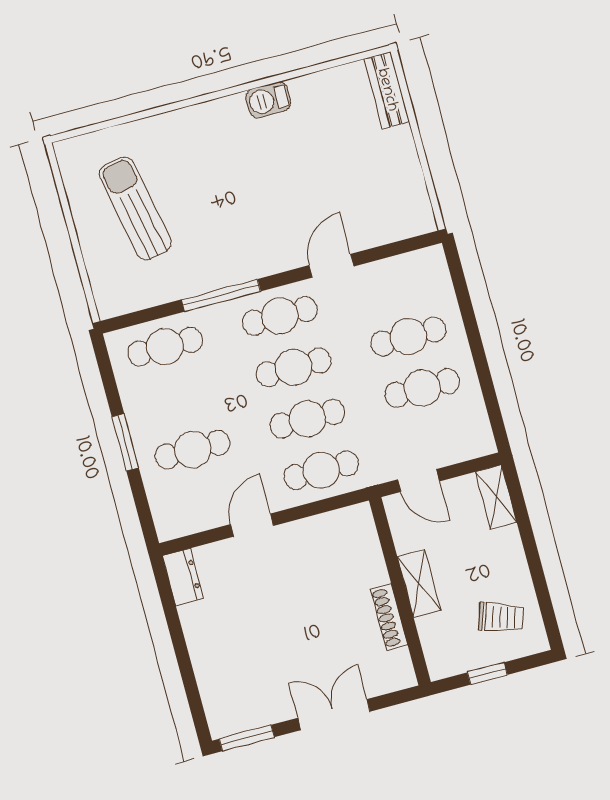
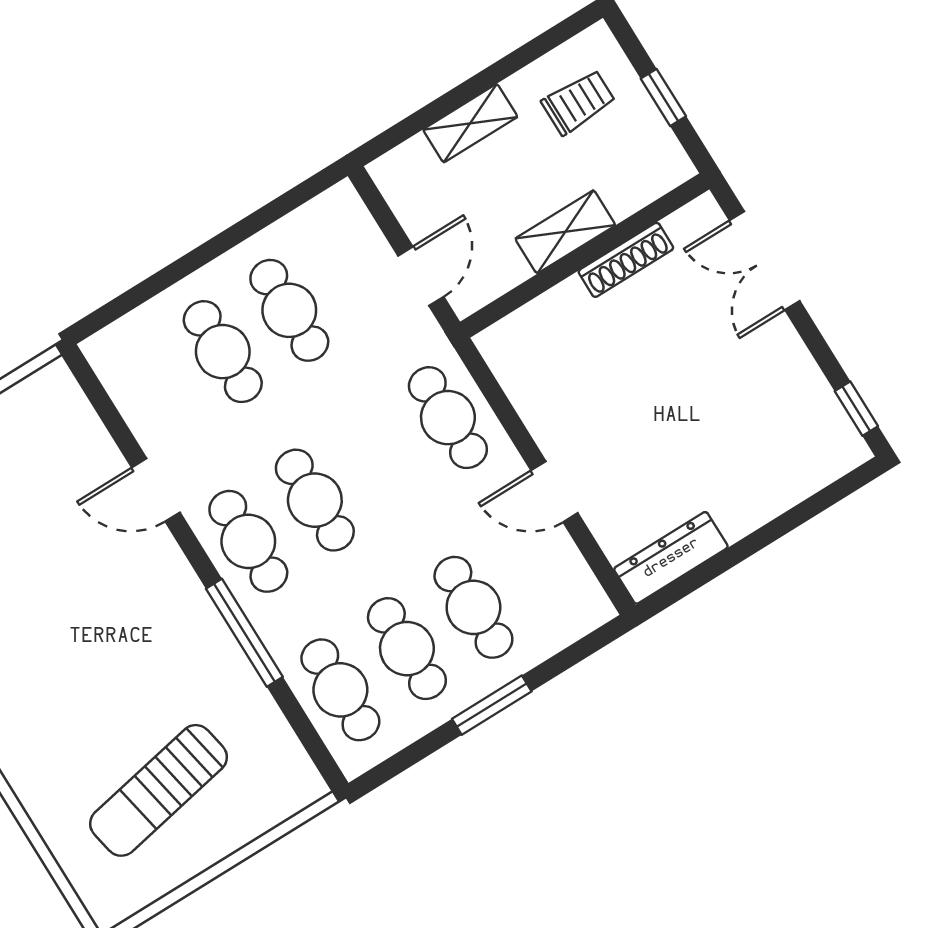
cafe table: (307, 419) -> (407, 649), moved
shelving: (496, 497) -> (470, 123), moved
dresser: (183, 577) -> (671, 558), width x1.44
trolley: (501, 617) -> (578, 102), turned 72
double door: (334, 715) -> (765, 261), moved
window: (247, 738) -> (856, 409), width x0.67

